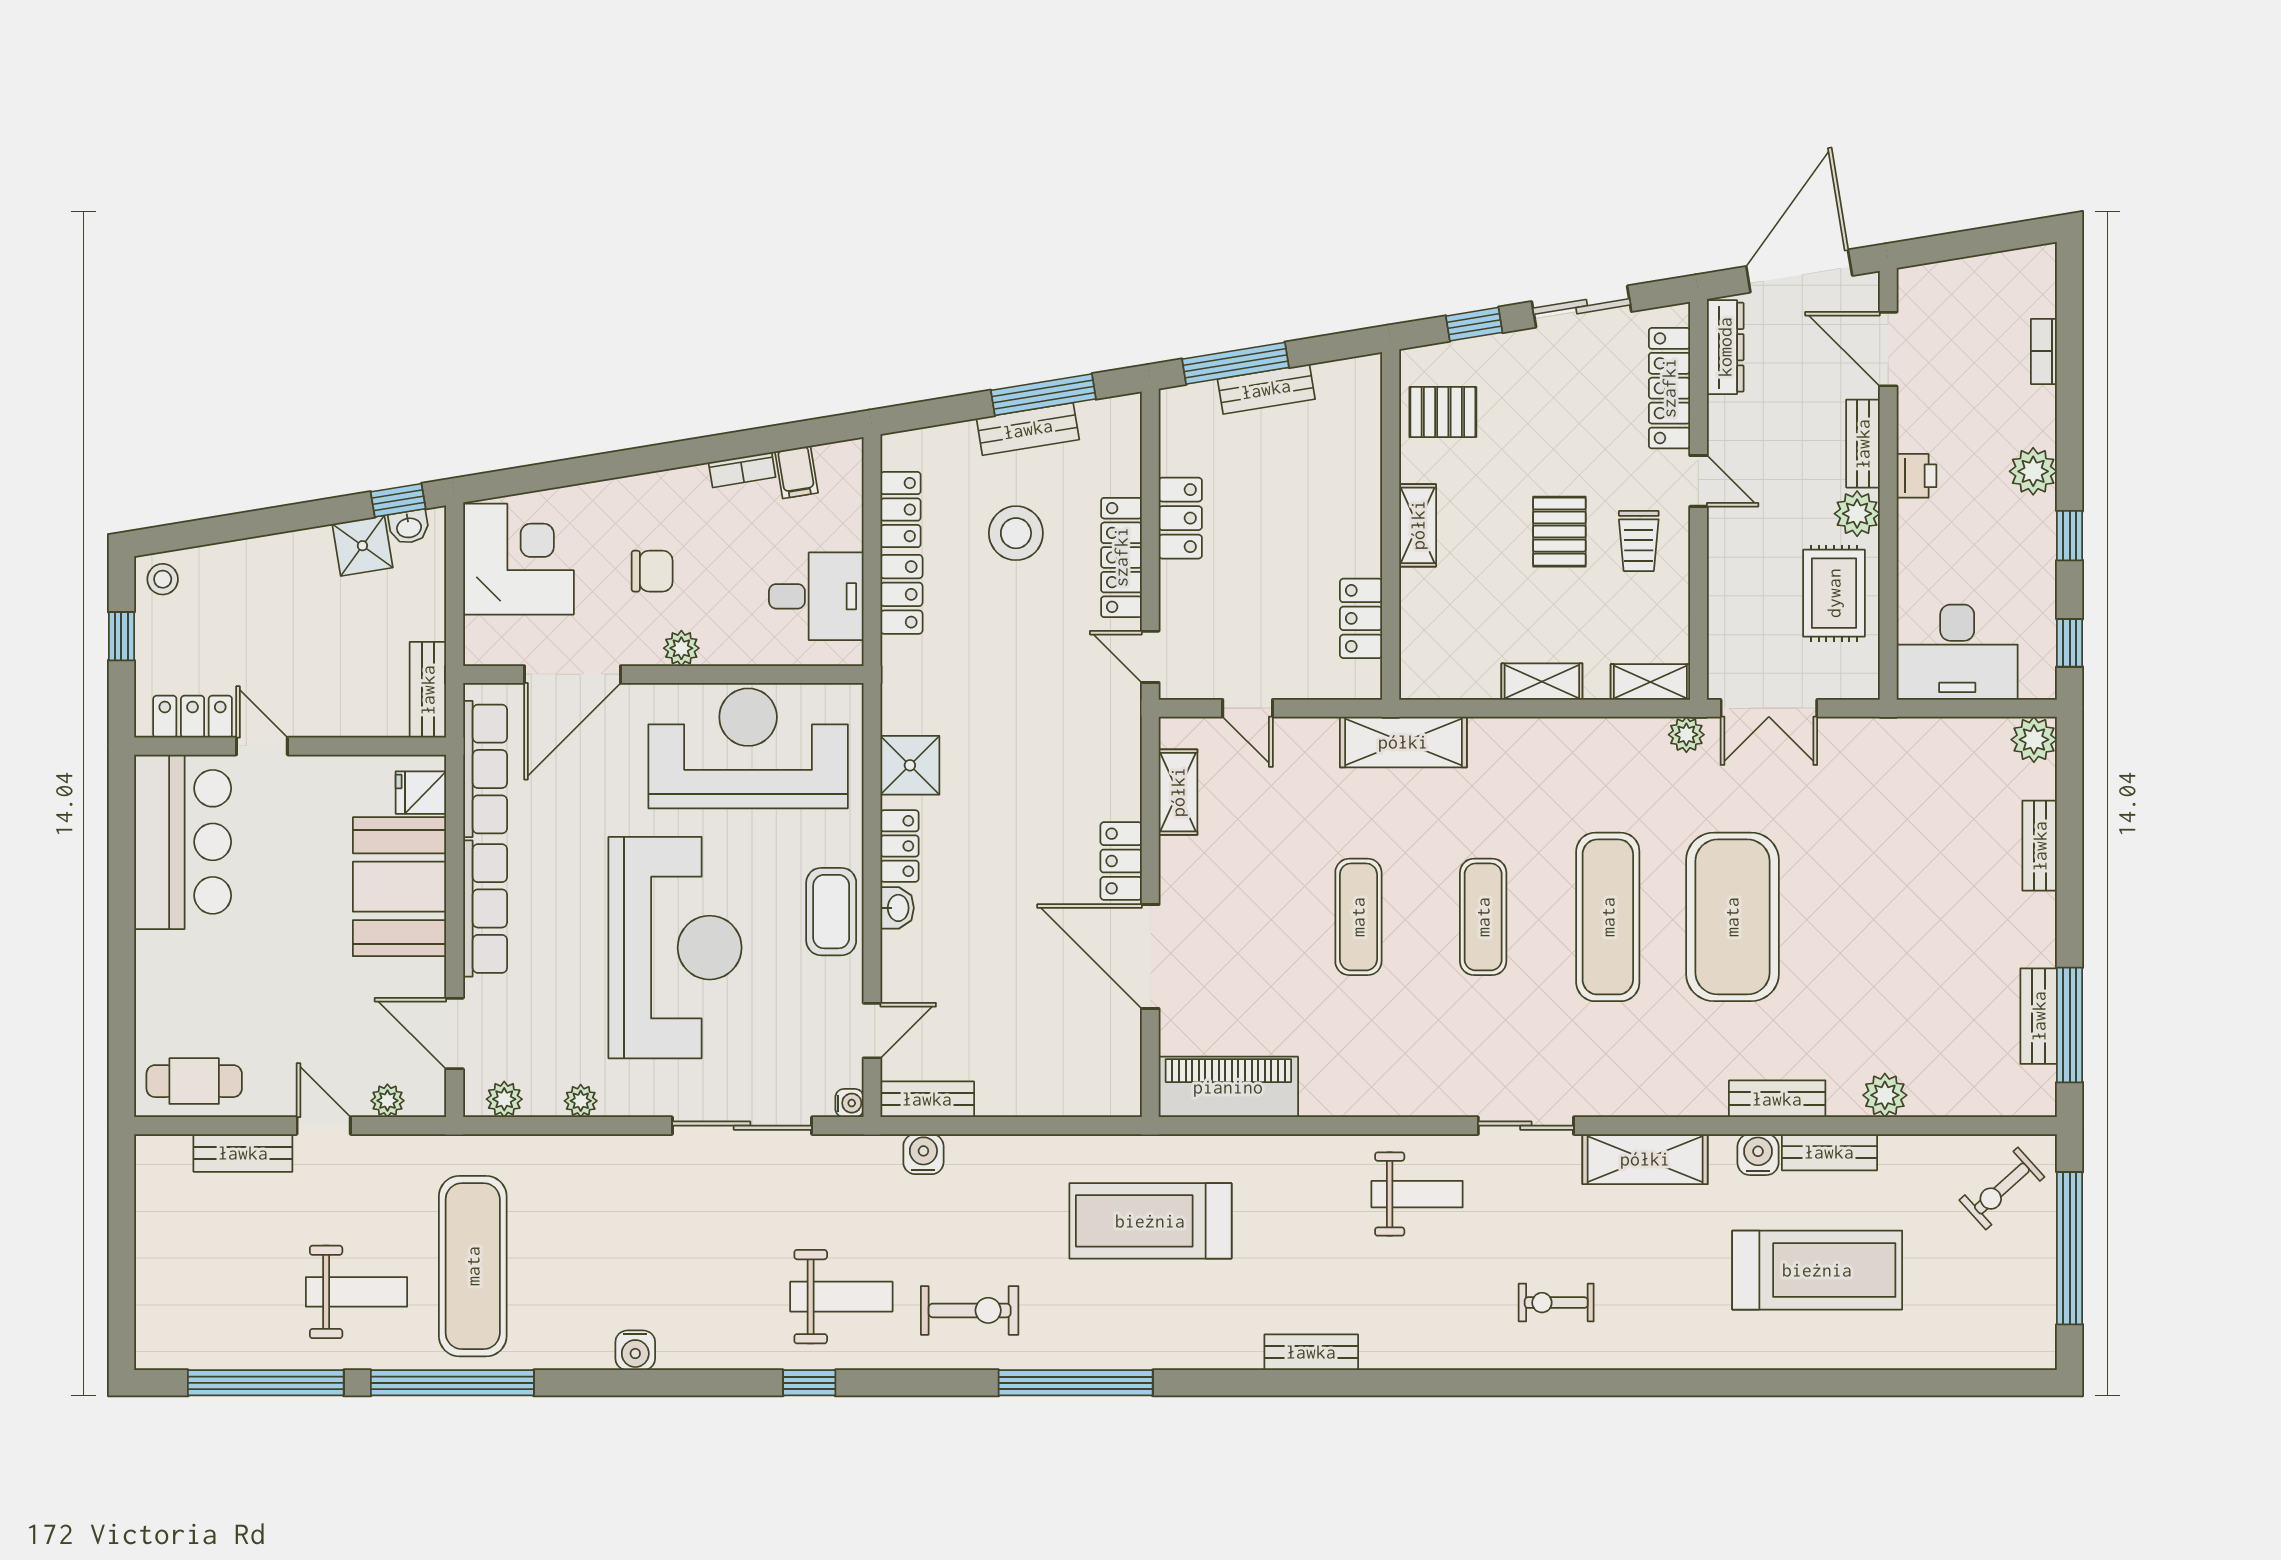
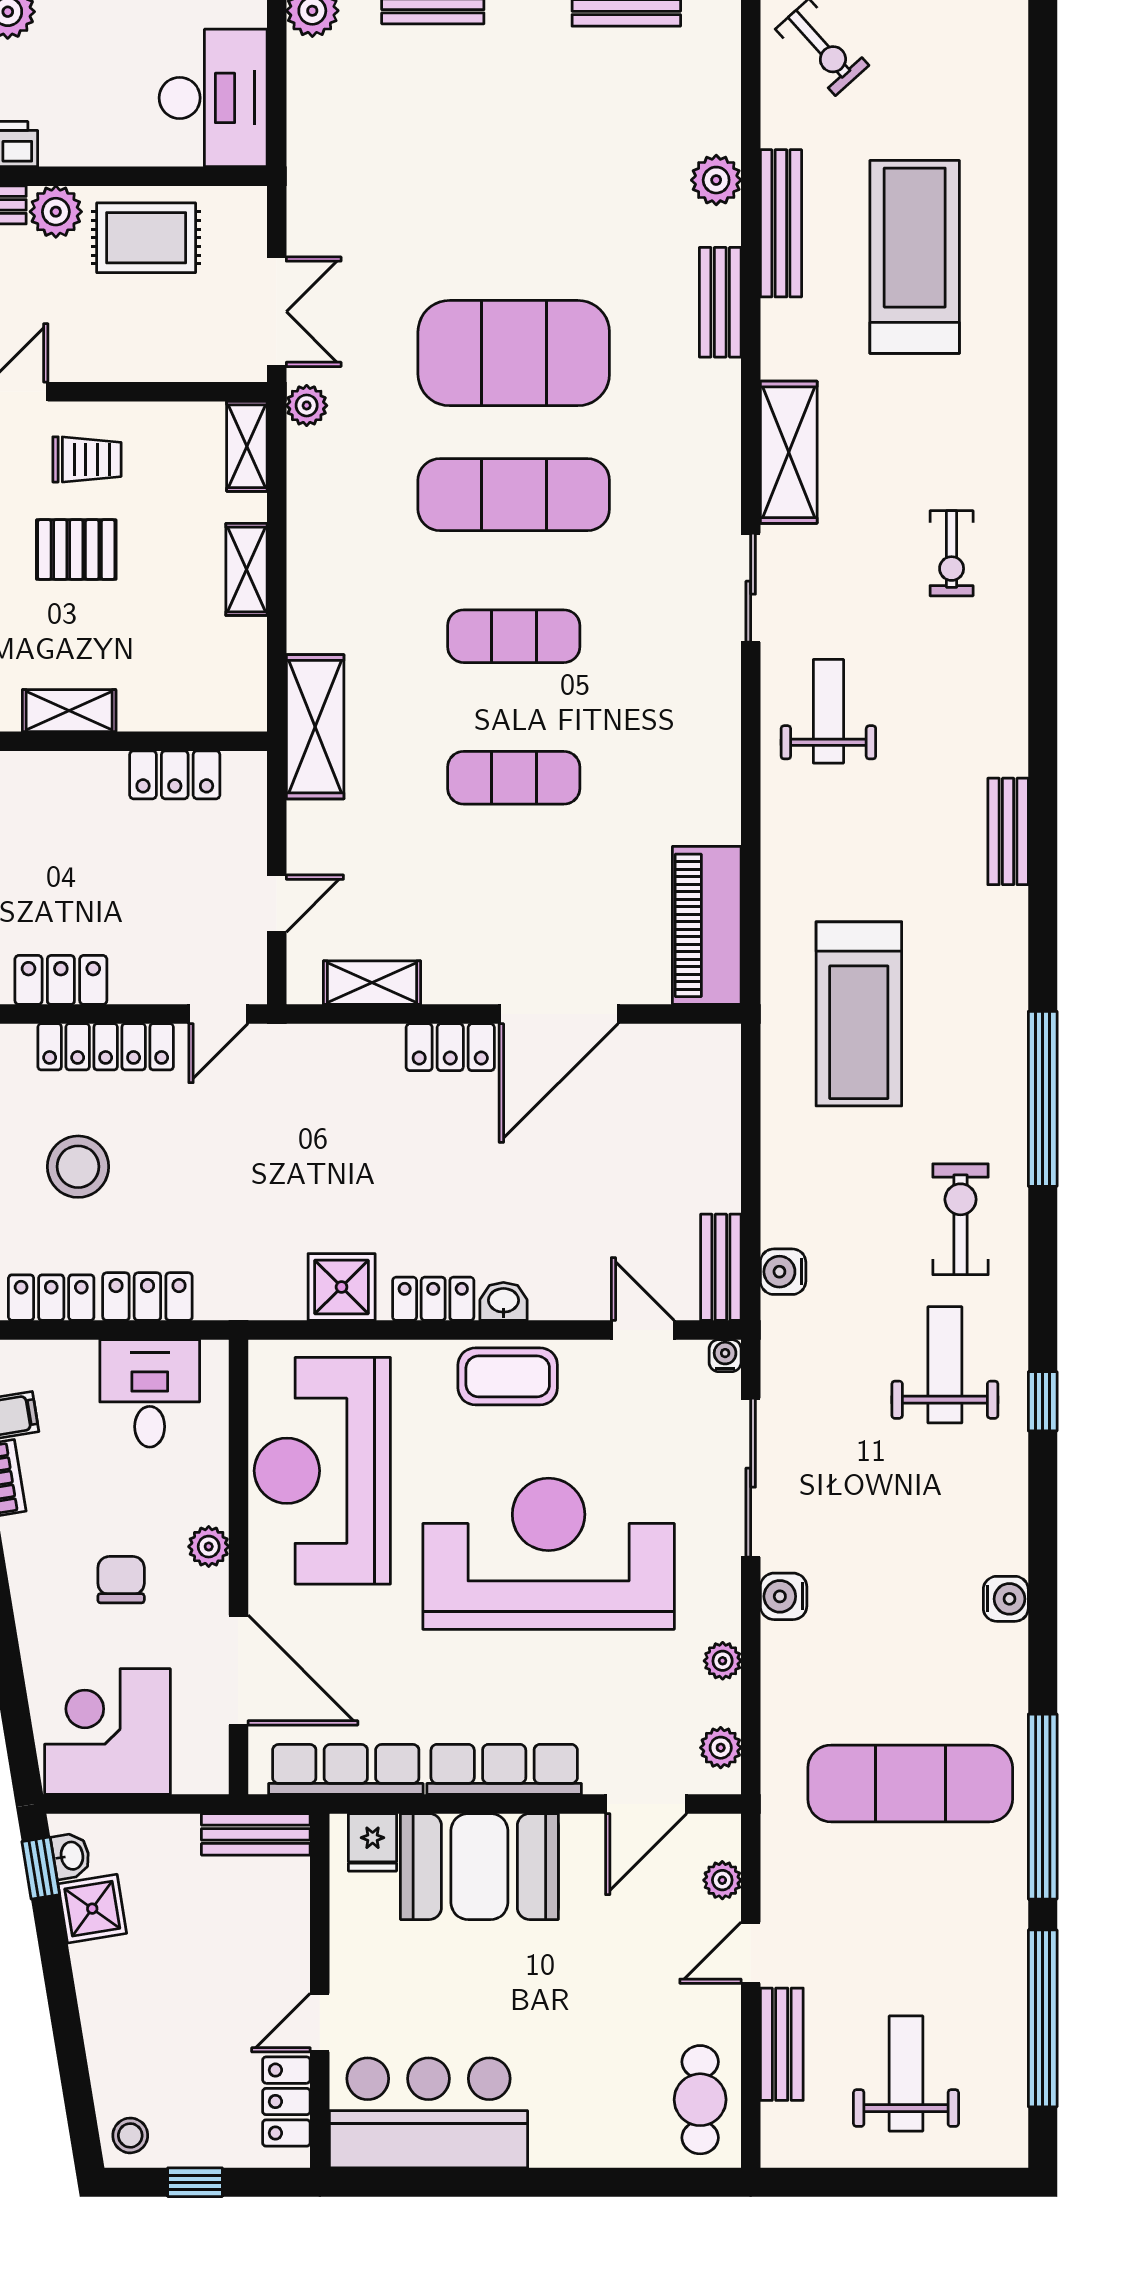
bench: (1829, 1152) -> (781, 223), width x1.36
water cooler: (1758, 1155) -> (784, 1596), moved
weight bench: (356, 1292) -> (906, 2074), moved

